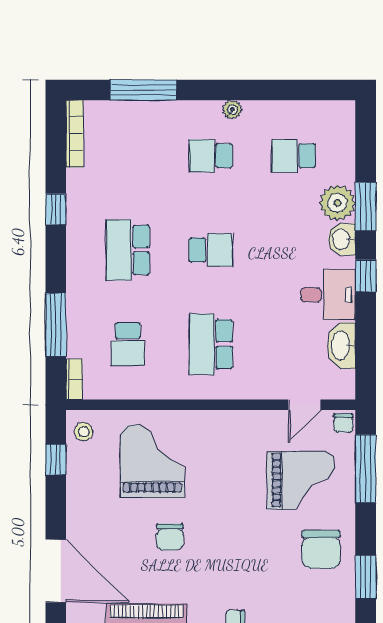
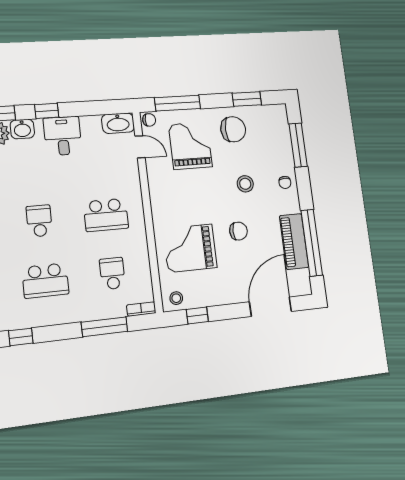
school desk: (128, 344) -> (112, 273), turned -90
washbasin: (341, 345) -> (118, 123), moved
stool: (238, 557) -> (245, 184), added

